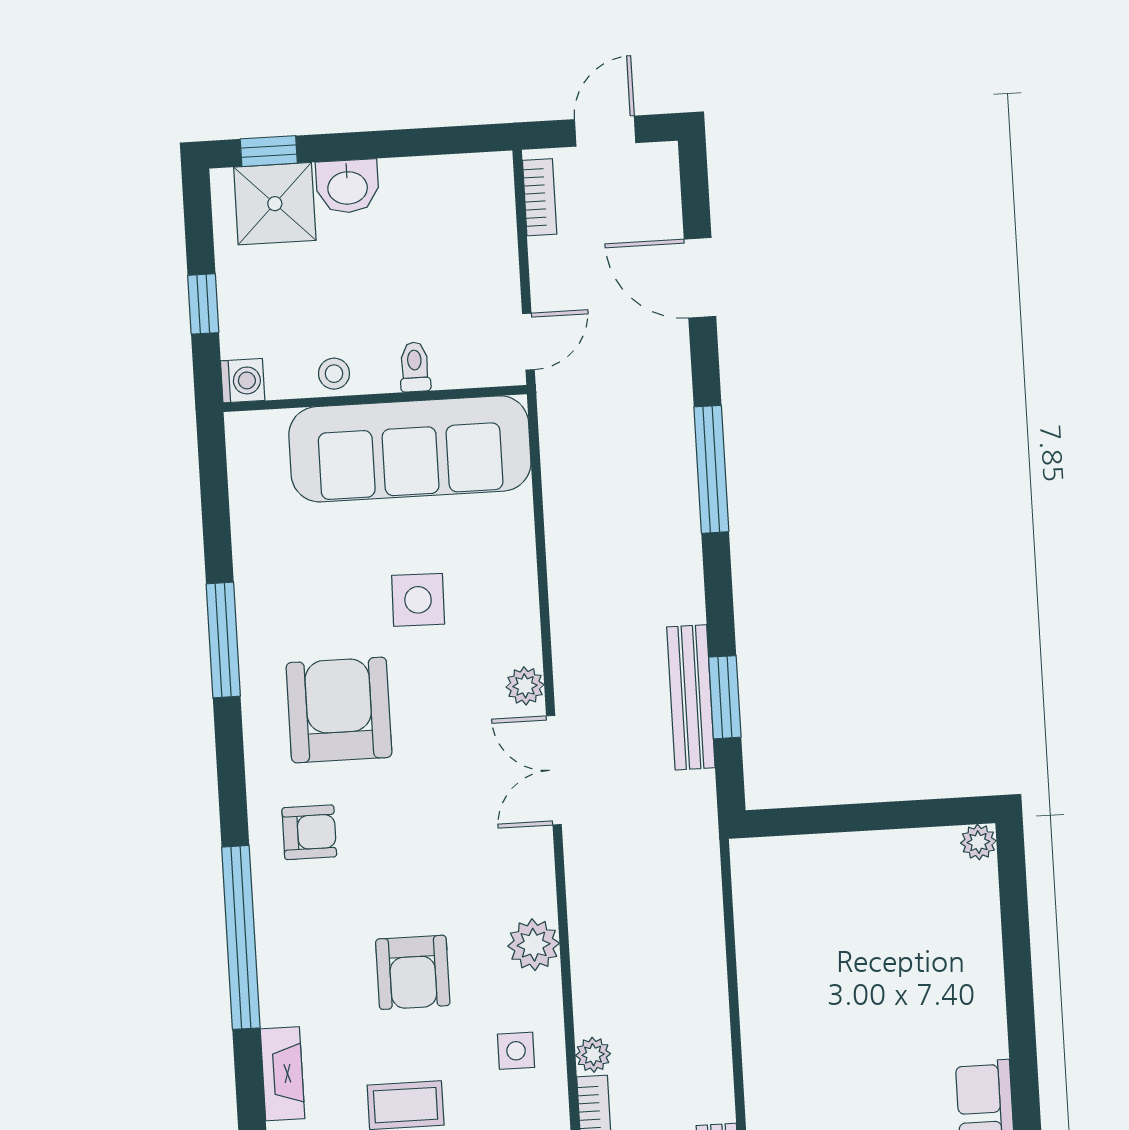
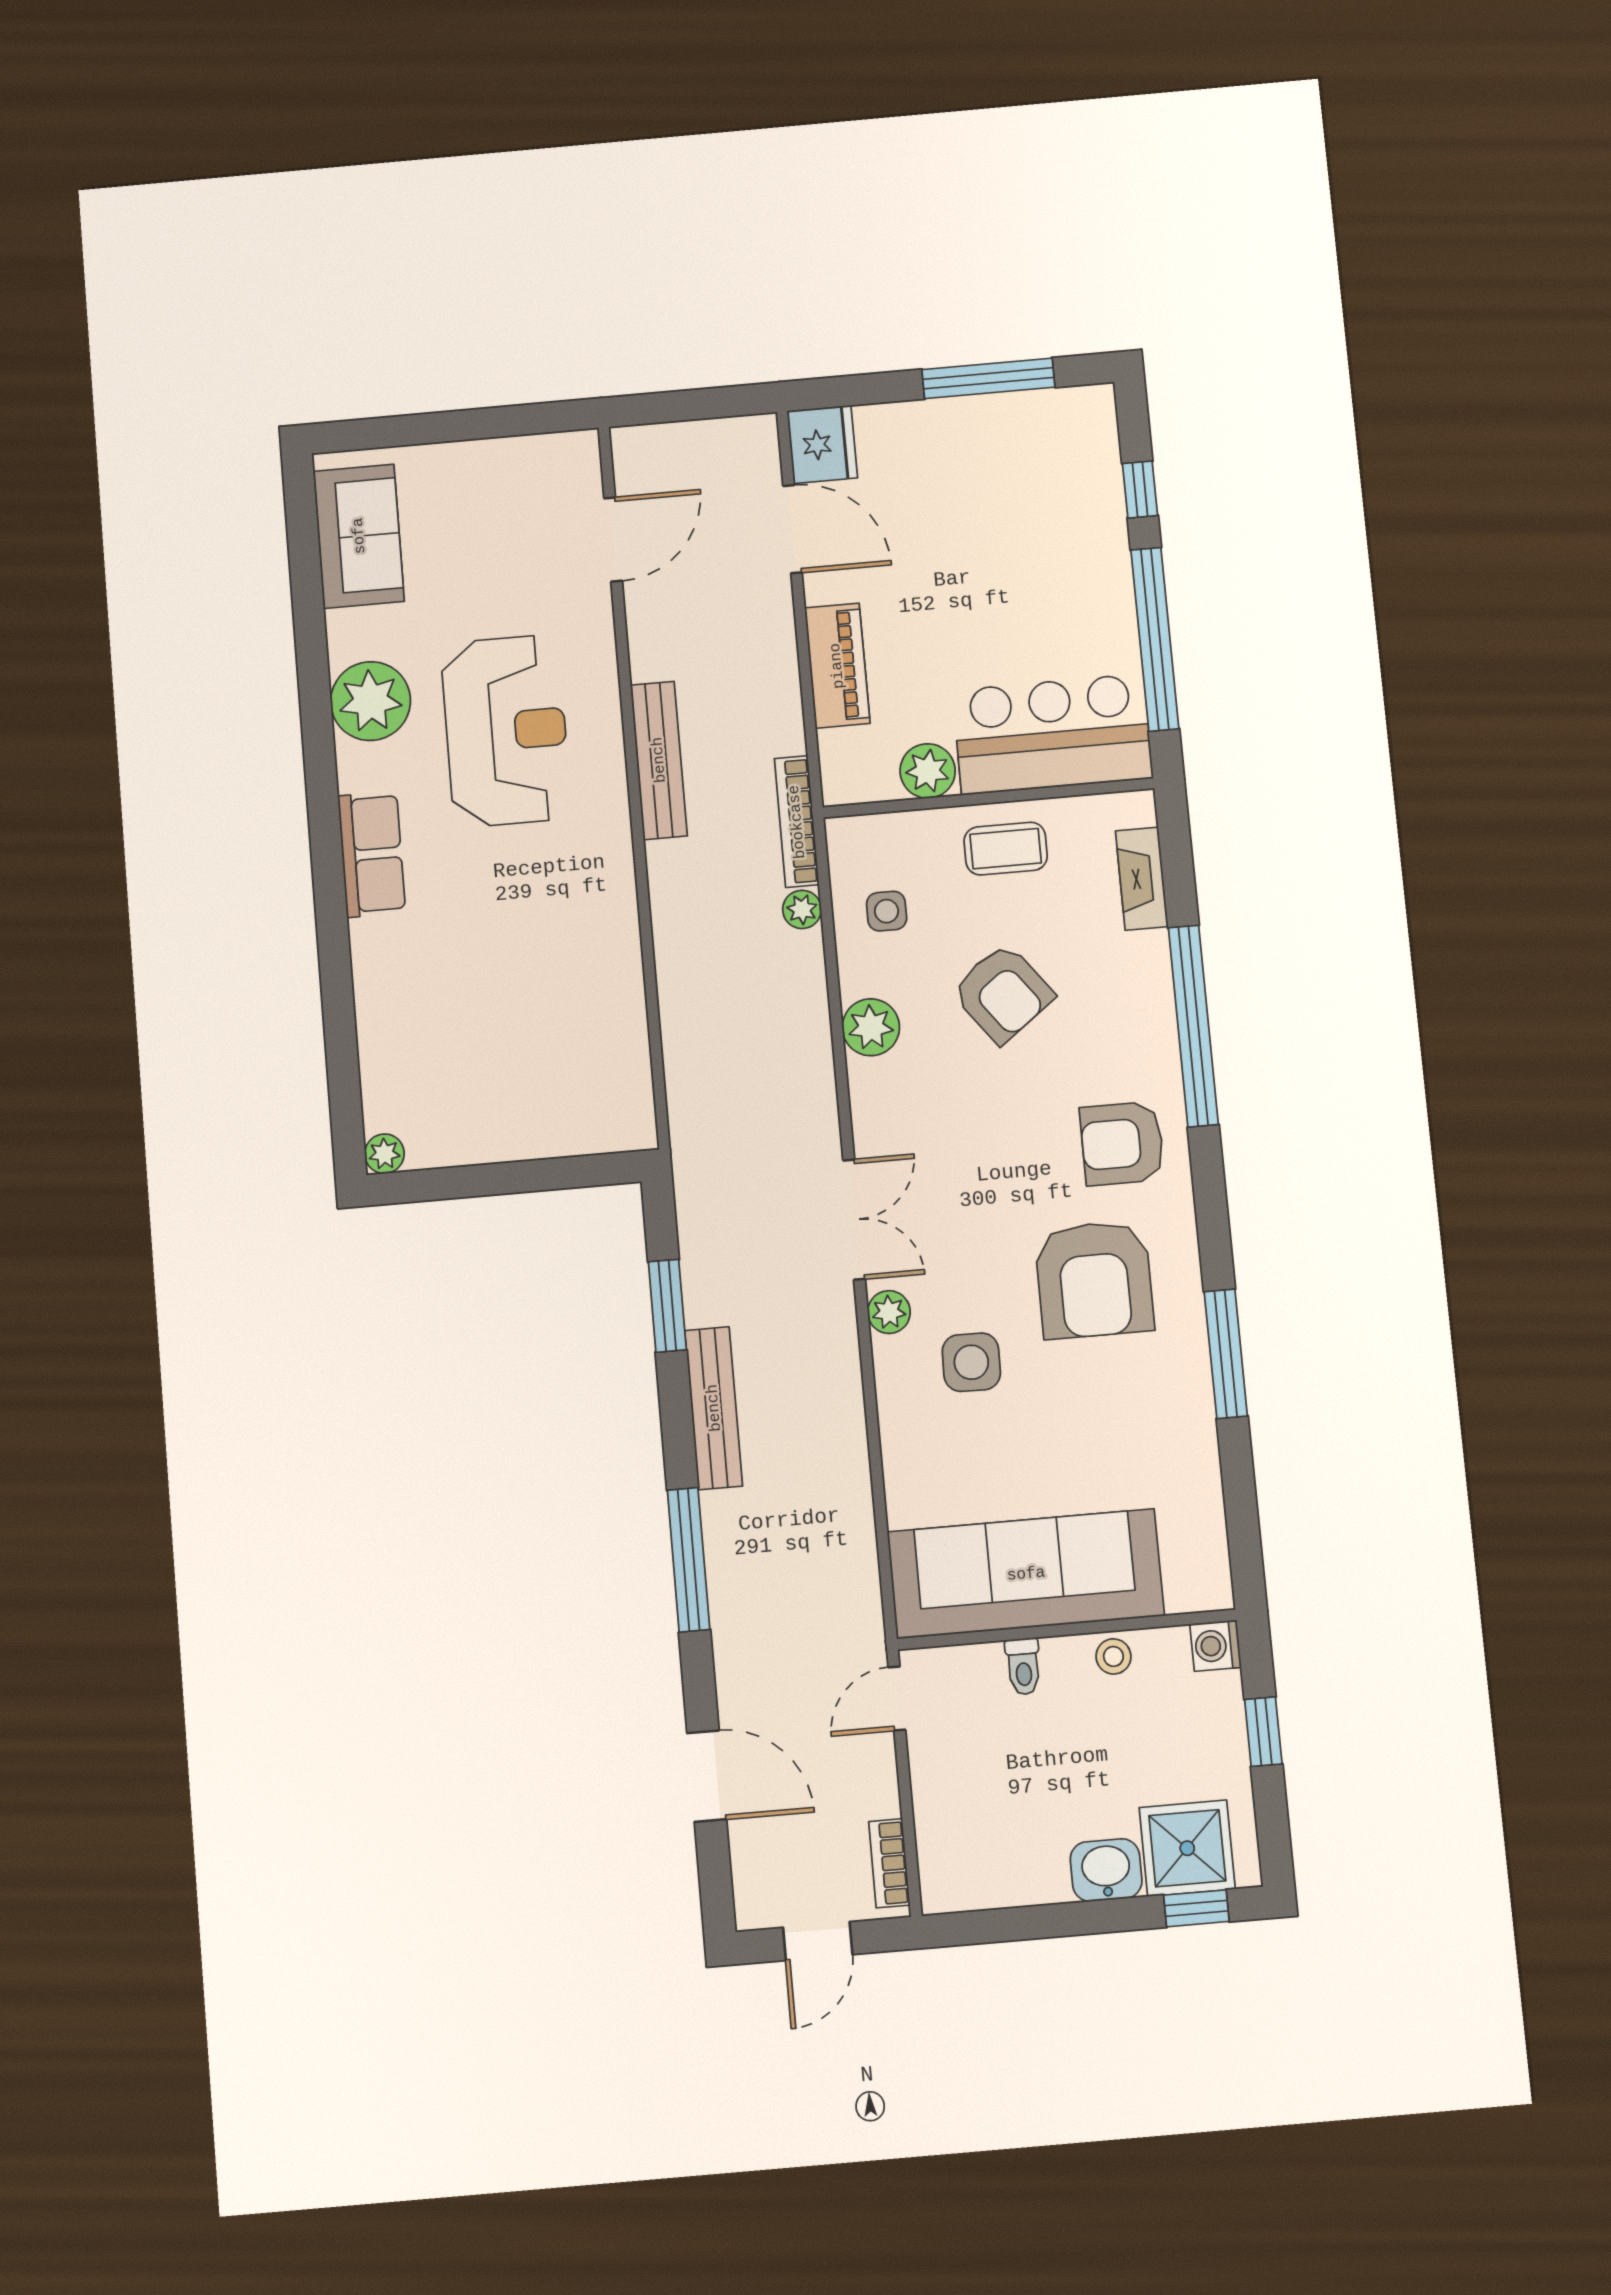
side table: (418, 600) -> (971, 1362), moved
bench: (691, 697) -> (714, 1408), moved
armchair: (309, 832) -> (1122, 1143), width x1.38, depth x1.38
armchair: (413, 972) -> (1003, 993), turned 143

